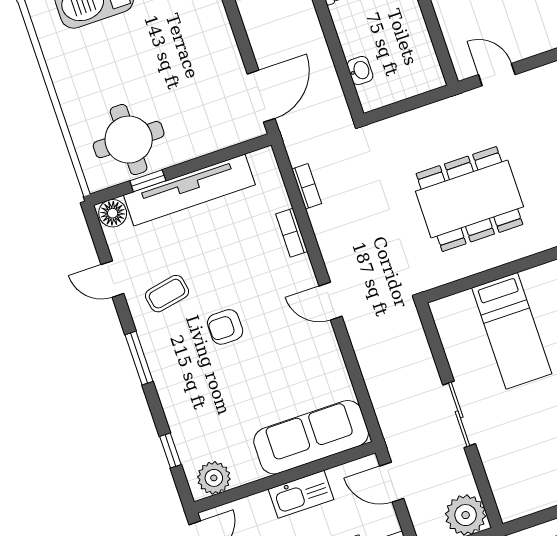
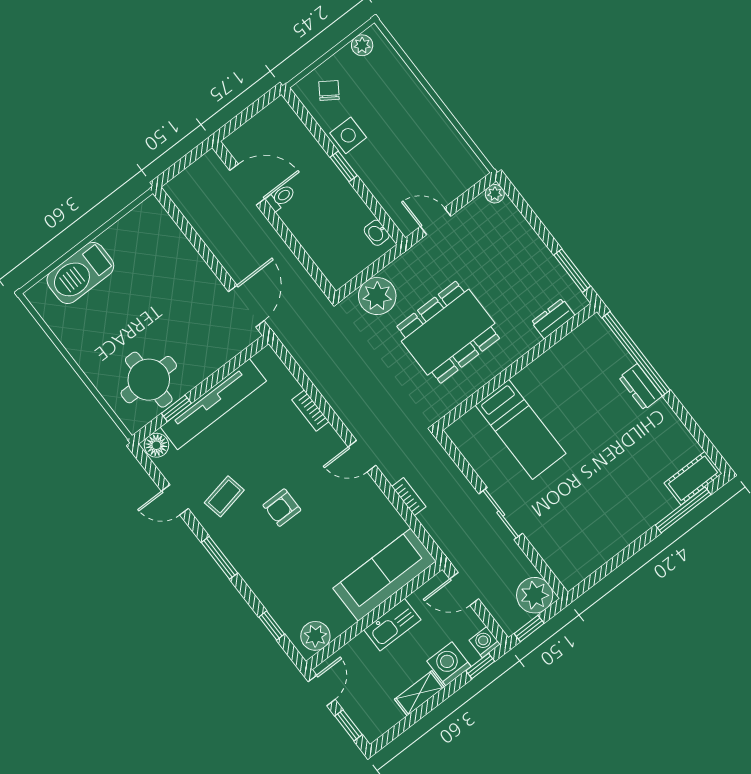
washbasin: (360, 71) -> (377, 233), moved, turned 180
plant: (406, 134) -> (377, 296), added
bookcase: (307, 186) -> (409, 497), moved

